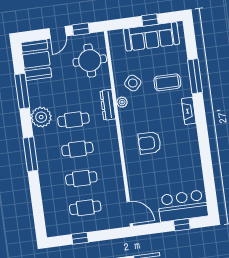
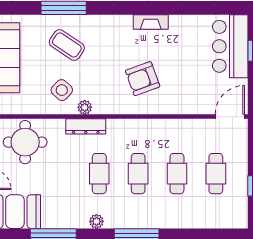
coffee table: (167, 82) -> (67, 45), turned -56
fireplace: (189, 111) -> (151, 22), moved
plant: (41, 117) -> (96, 221), width x0.53, depth x0.53
armchair: (150, 143) -> (143, 79), turned 70

